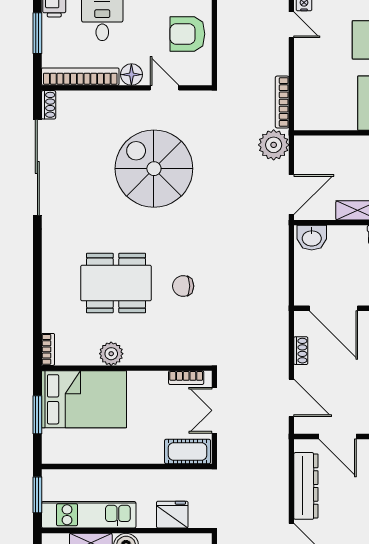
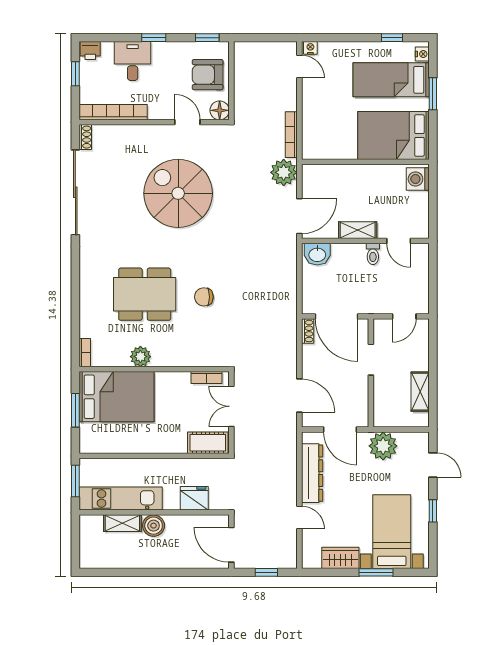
window: (37, 33) -> (75, 74), width x0.67
floor lamp: (131, 75) -> (220, 110), moved
shoe rack: (301, 351) -> (308, 331), moved

